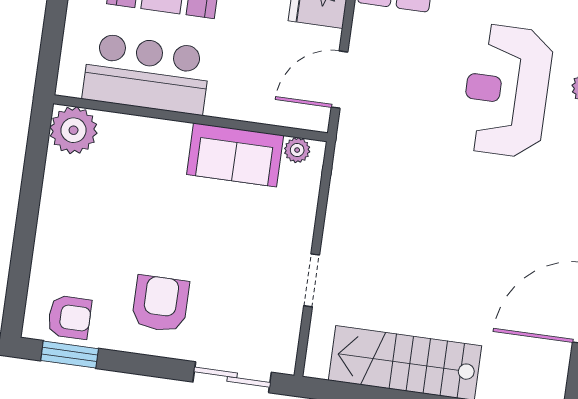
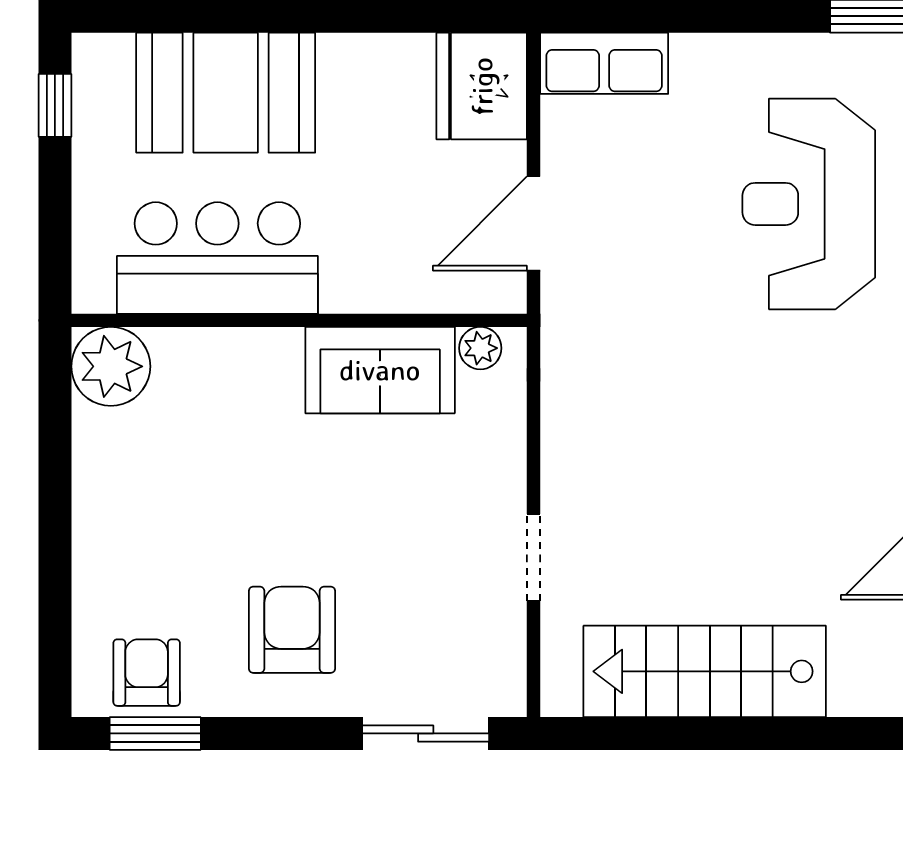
armchair: (69, 317) -> (147, 673), turned -90

